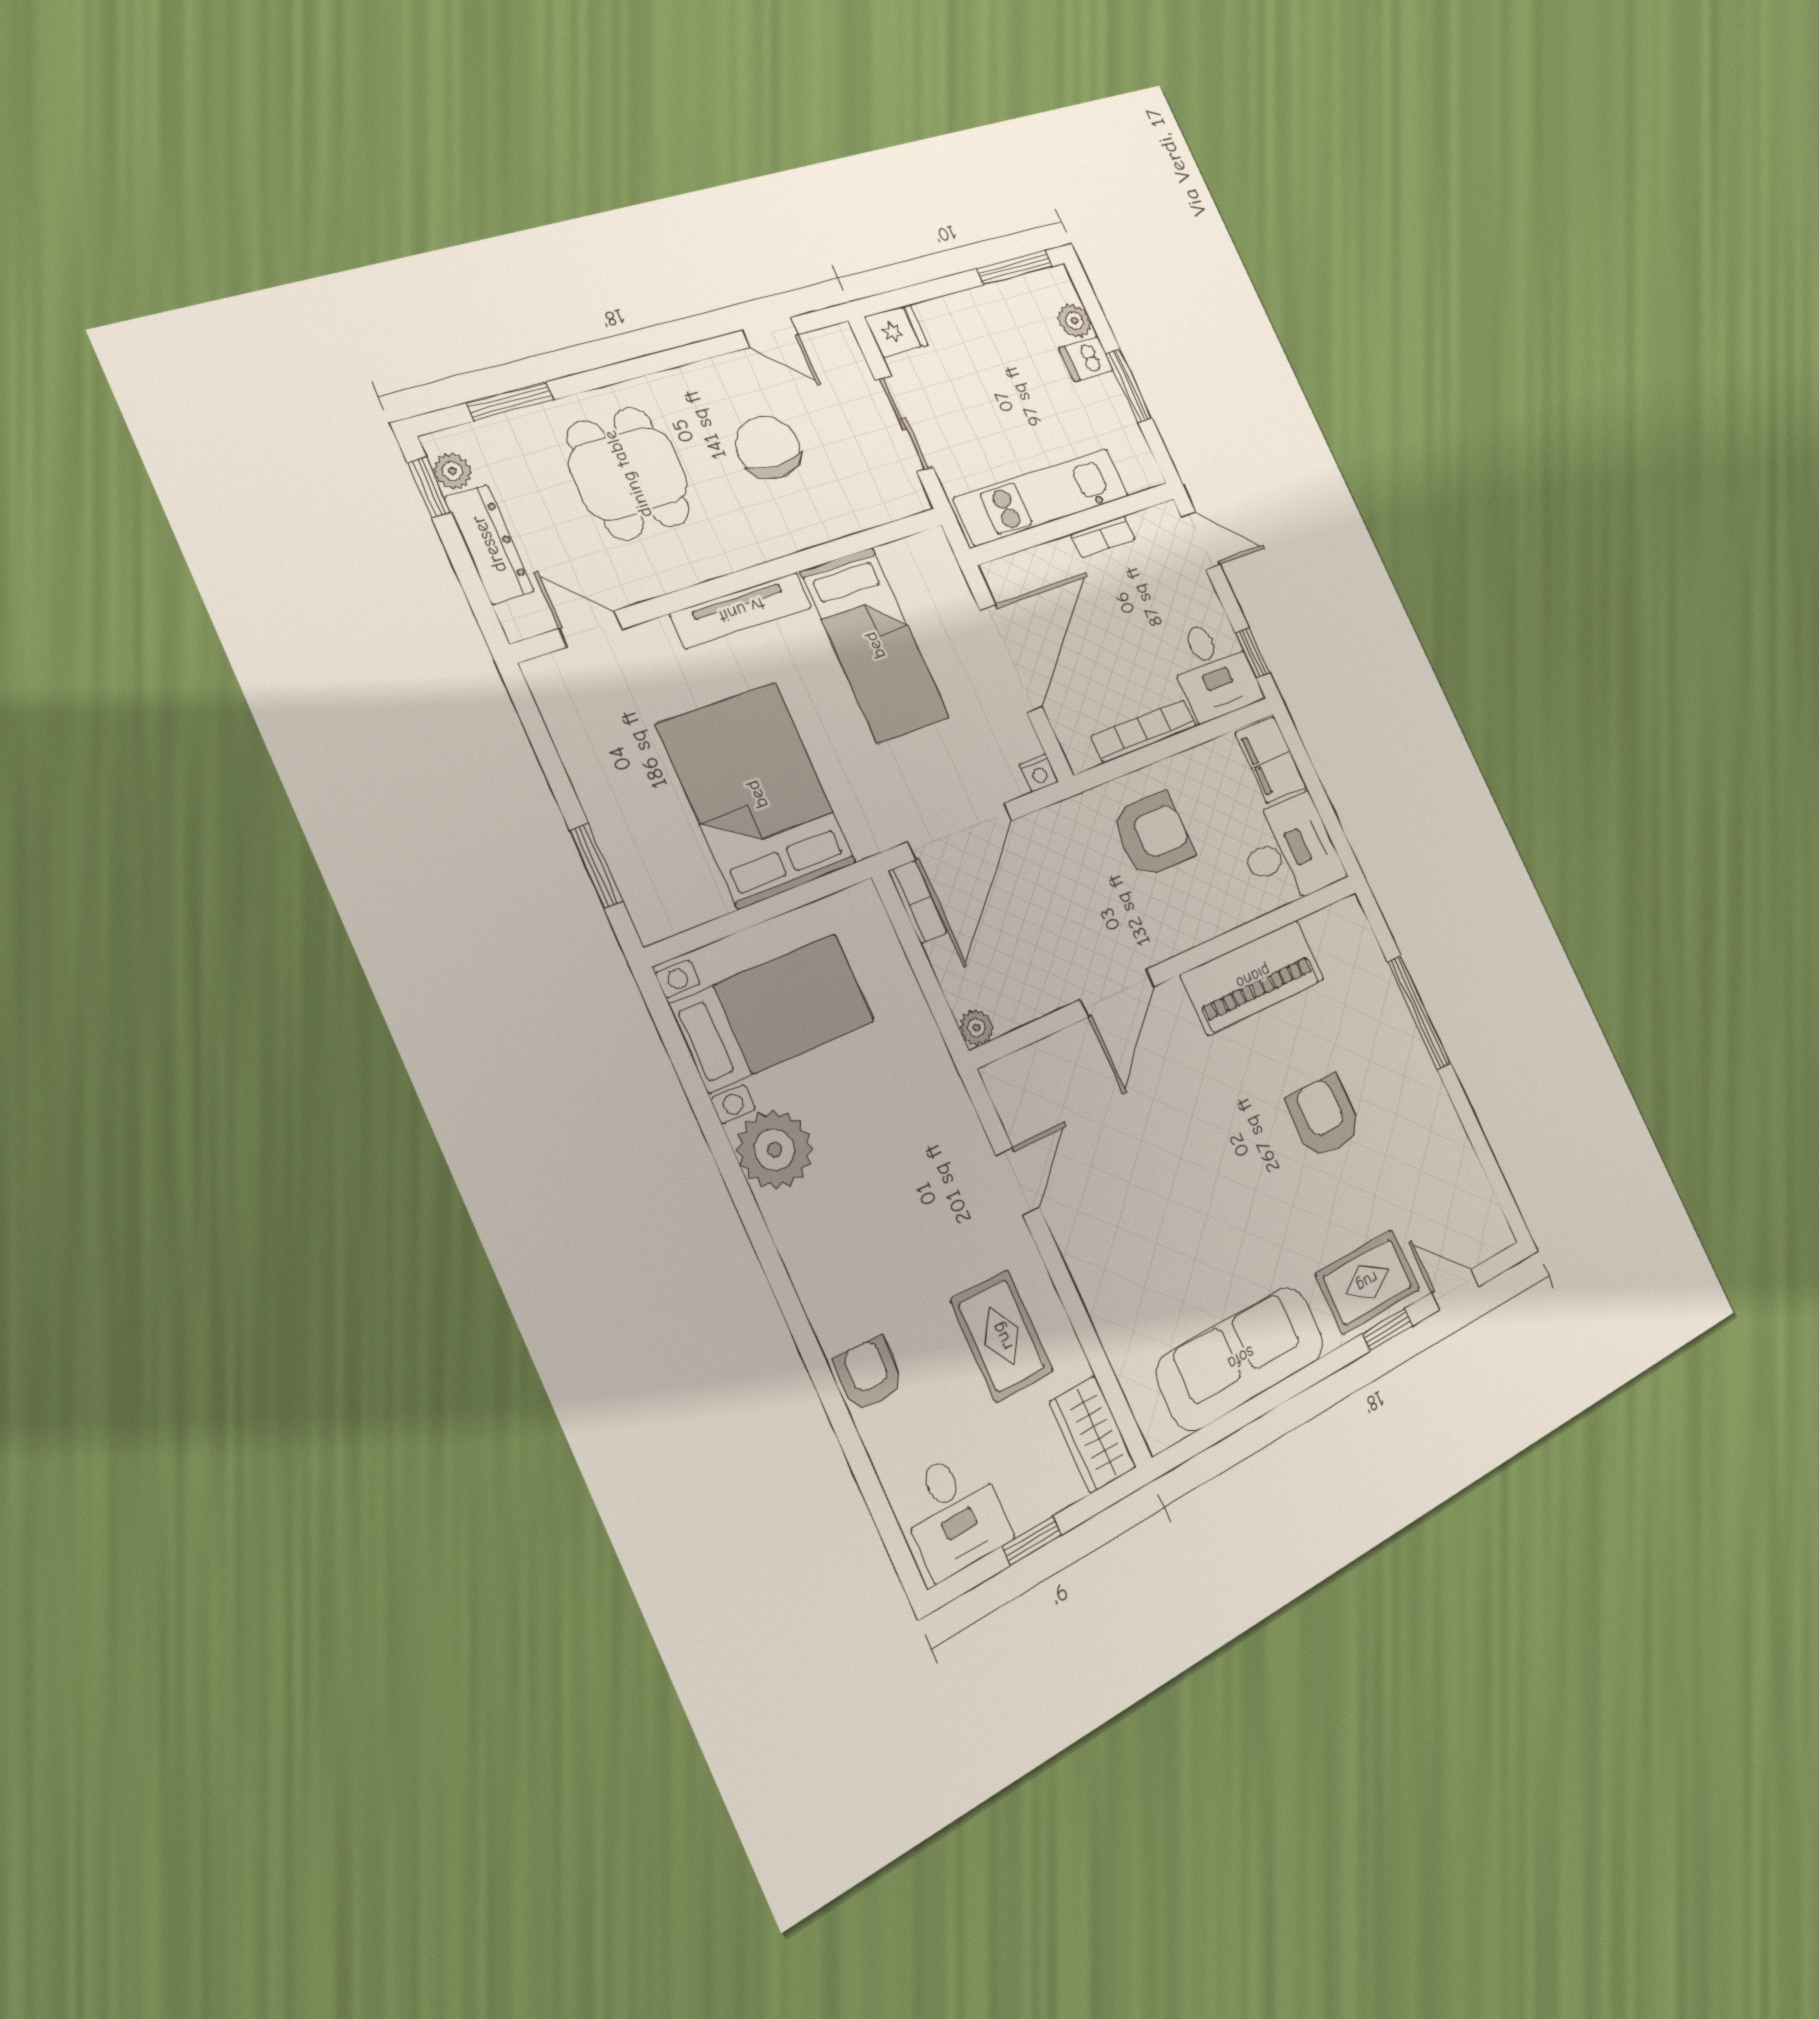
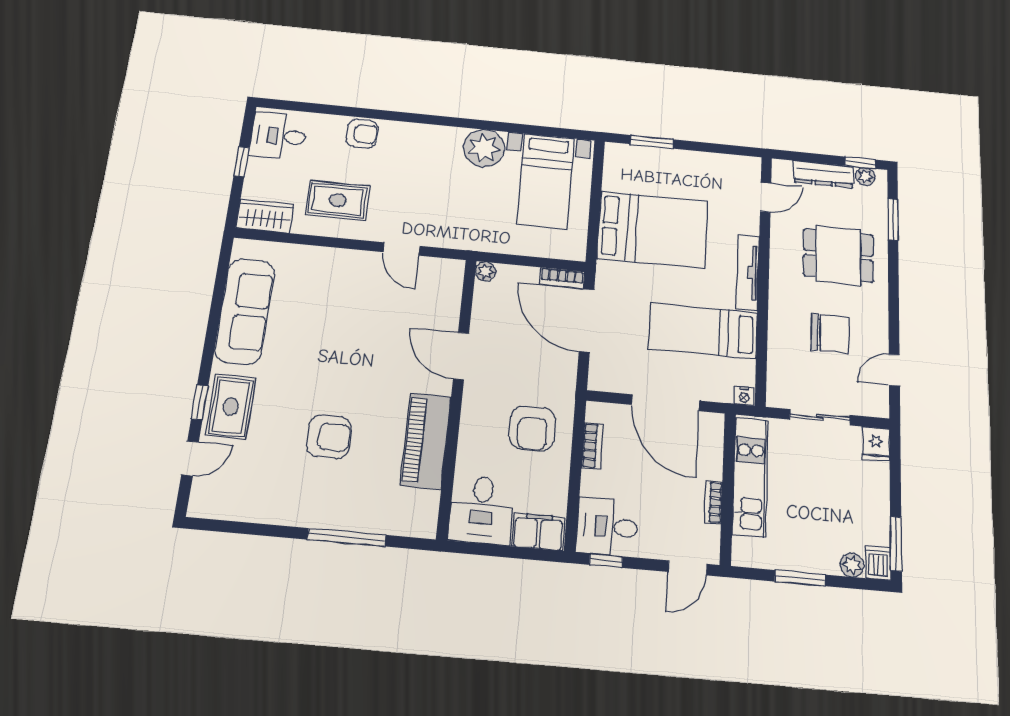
dishwasher: (1086, 359) -> (878, 563), moved
bookcase: (1144, 731) -> (592, 446), width x0.64
nightstand: (1039, 773) -> (744, 396), moved, turned -90

